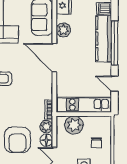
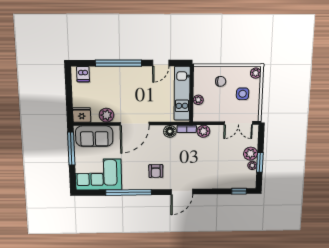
kitchen counter: (104, 39) -> (114, 74), removed
plant: (74, 125) -> (198, 100), width x0.53, depth x0.53
armchair: (17, 140) -> (216, 159), removed
floor lamp: (46, 140) -> (170, 131), moved

